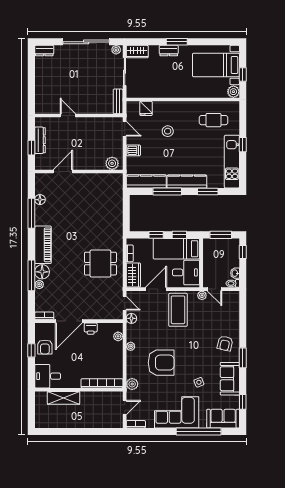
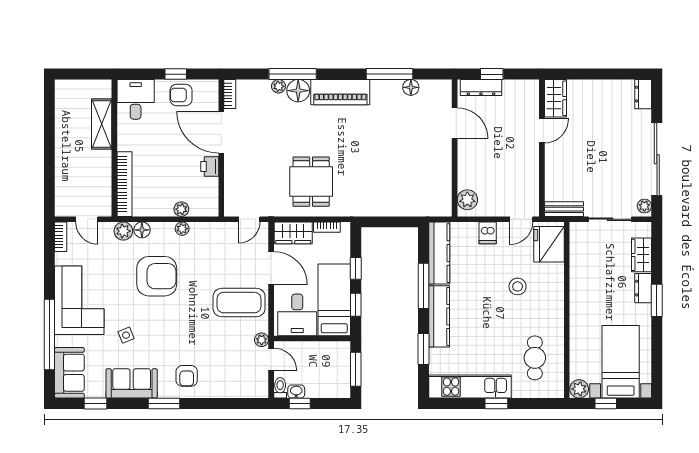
wardrobe: (137, 52) -> (642, 255), moved
wardrobe: (47, 107) -> (556, 98), added
fridge: (146, 108) -> (549, 244), width x1.88, depth x1.34
dresser: (40, 140) -> (481, 87), moved
window: (243, 252) -> (300, 404), moved
door: (214, 289) -> (271, 359), swing flipped
floor lamp: (131, 318) -> (142, 230), moved
plant: (118, 336) -> (181, 209), moved
armchair: (225, 343) -> (187, 376), turned -103
armchair: (161, 363) -> (157, 276), turned -90

